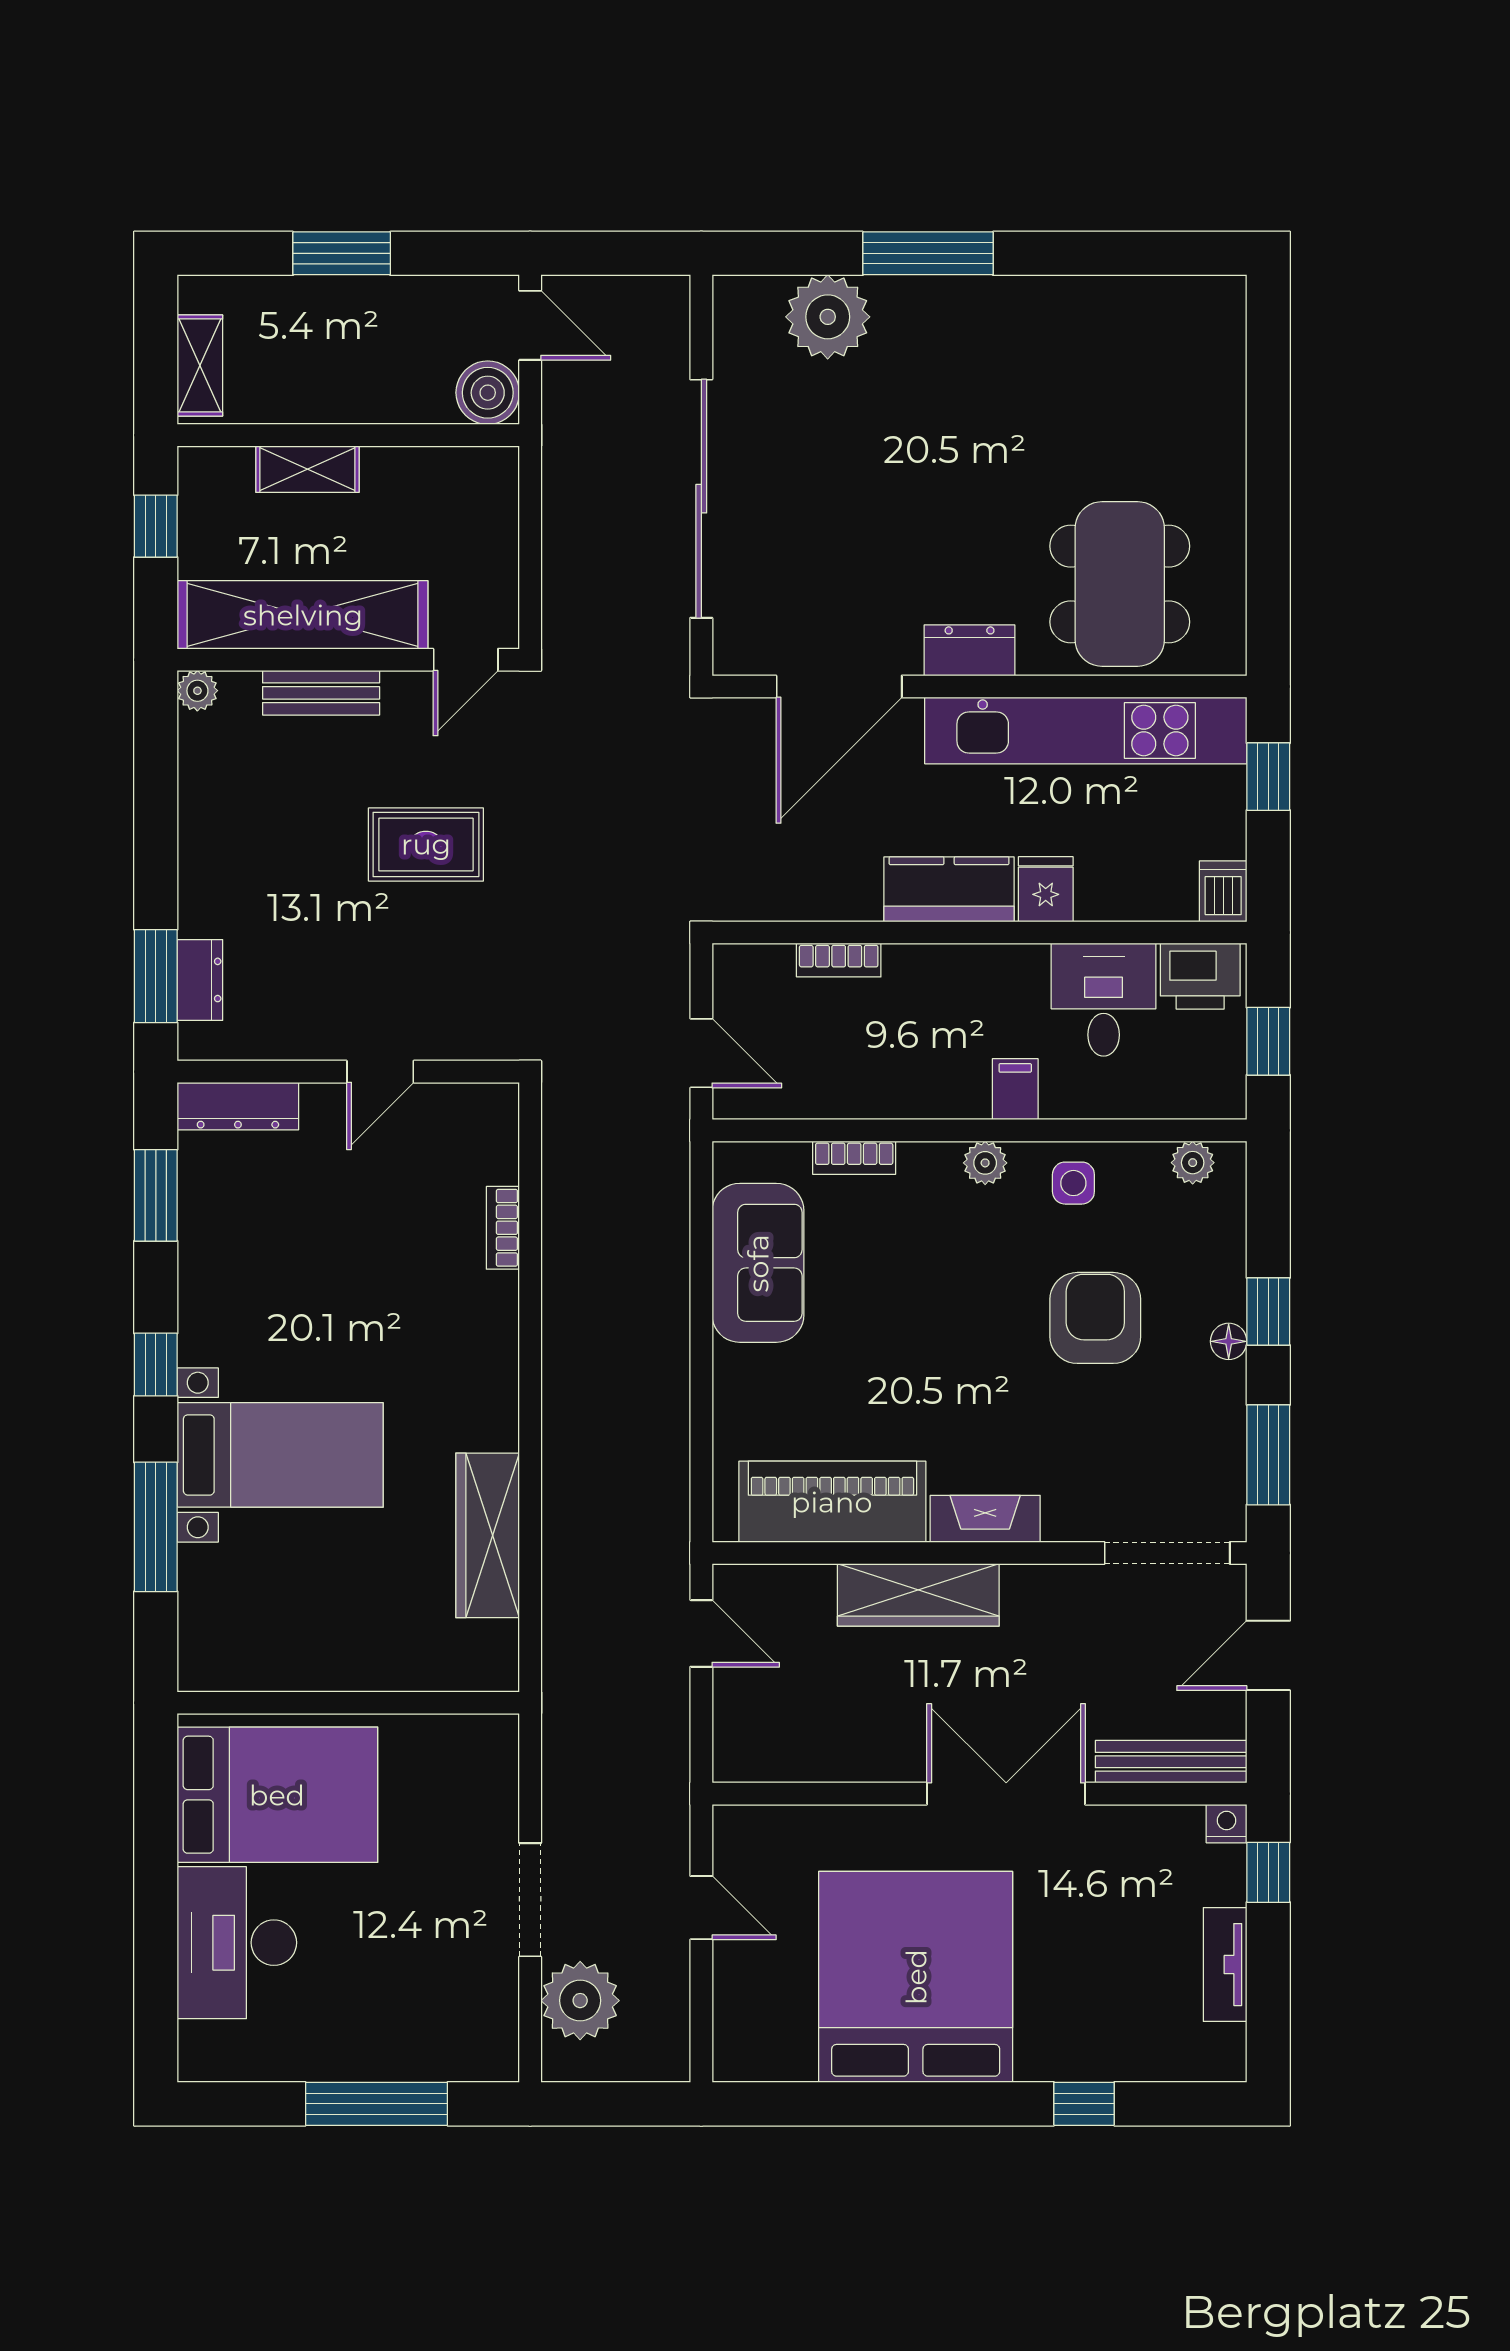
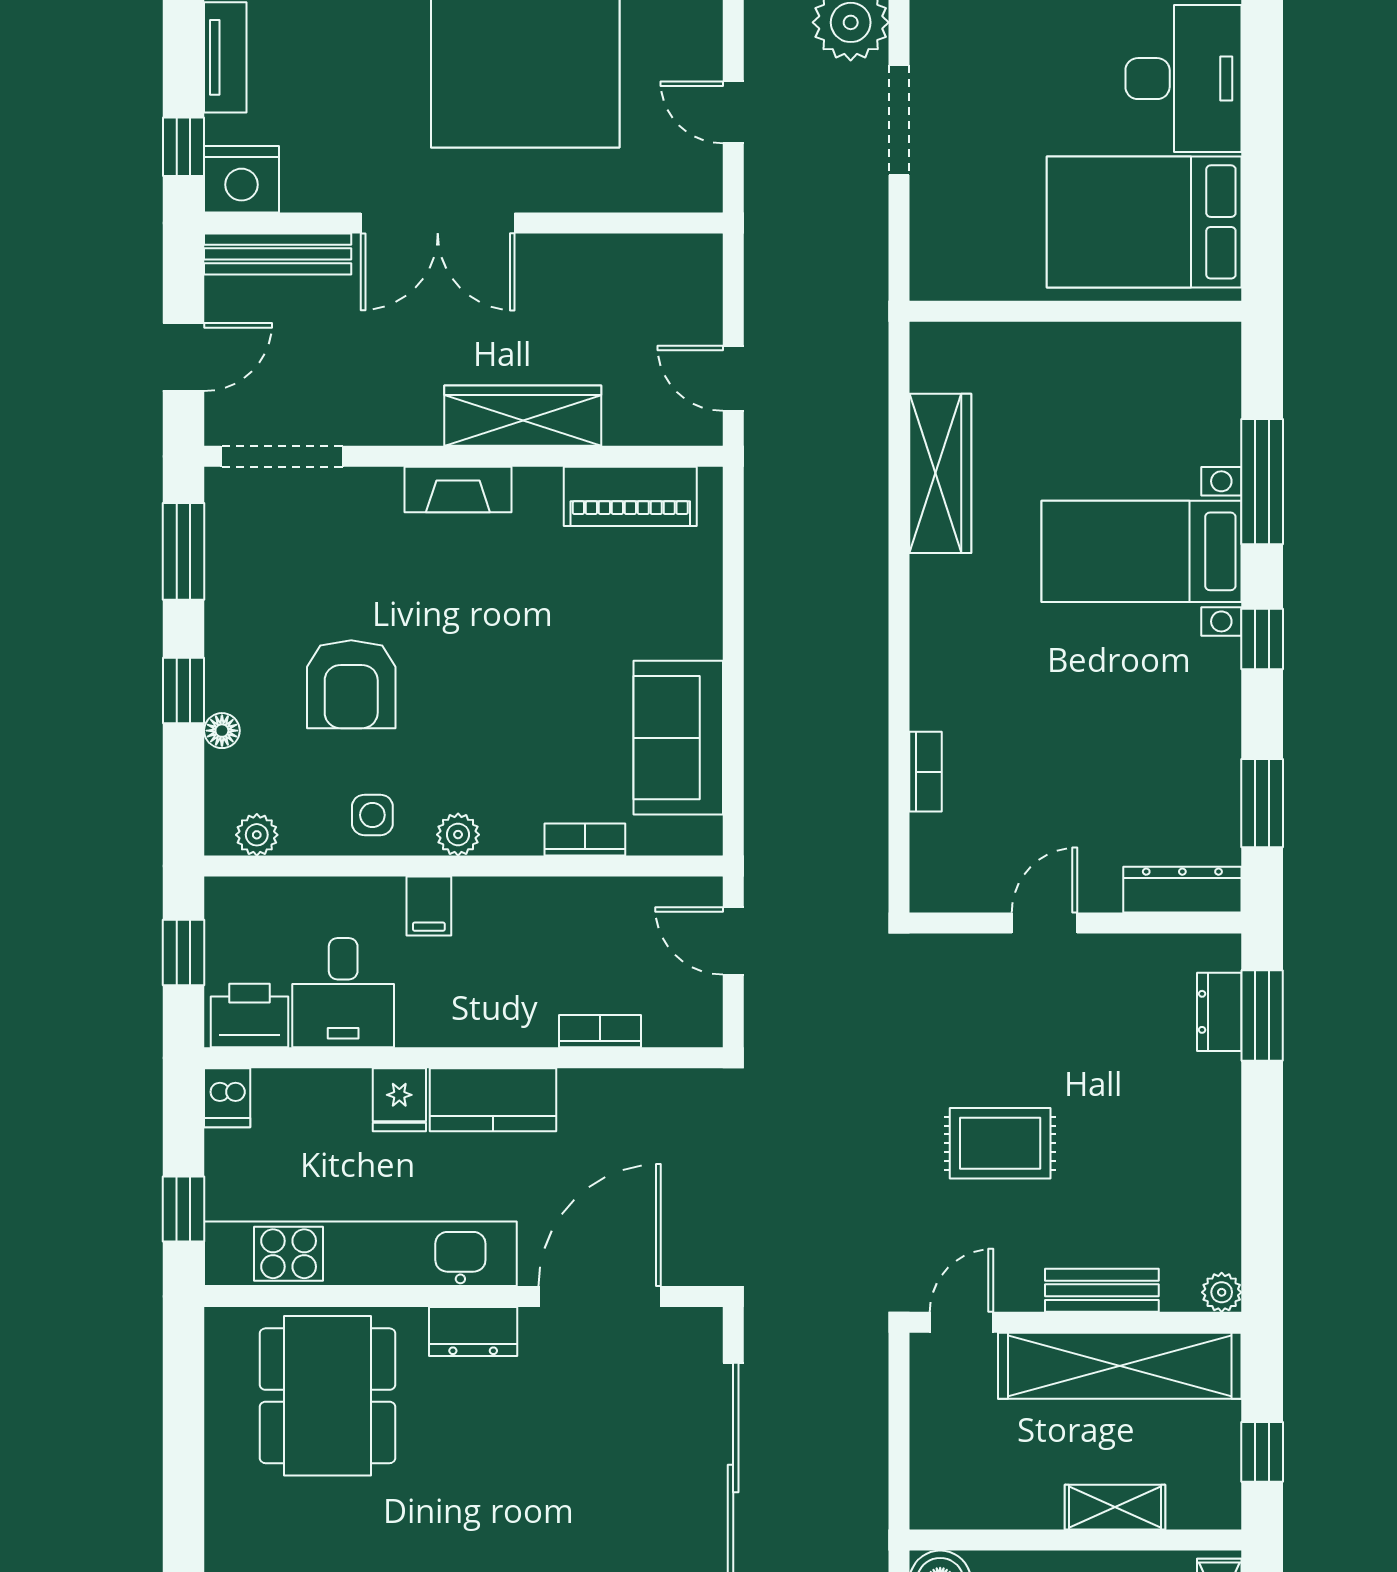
floor lamp: (1229, 1341) -> (222, 731), moved
piano: (832, 1502) -> (630, 496), width x0.73, depth x0.75
nightstand: (1227, 1824) -> (242, 179), width x1.89, depth x1.79

